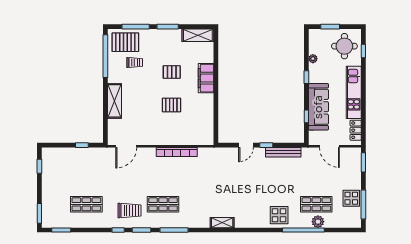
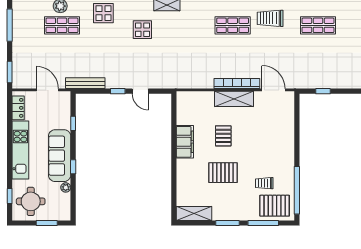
pallet: (172, 72) -> (223, 173), width x1.50, depth x1.42
filing cabinet: (206, 78) -> (185, 142), moved
shelving: (115, 101) -> (234, 99), moved, turned 90
pallet: (171, 105) -> (223, 136), turned 90
sofa: (318, 107) -> (60, 156), moved
door: (246, 145) -> (140, 91), swing flipped
door: (126, 146) -> (273, 90), hinge flipped
bookcase: (177, 152) -> (237, 84), moved
bench: (283, 152) -> (85, 83), moved
display table: (351, 198) -> (142, 30), moved

